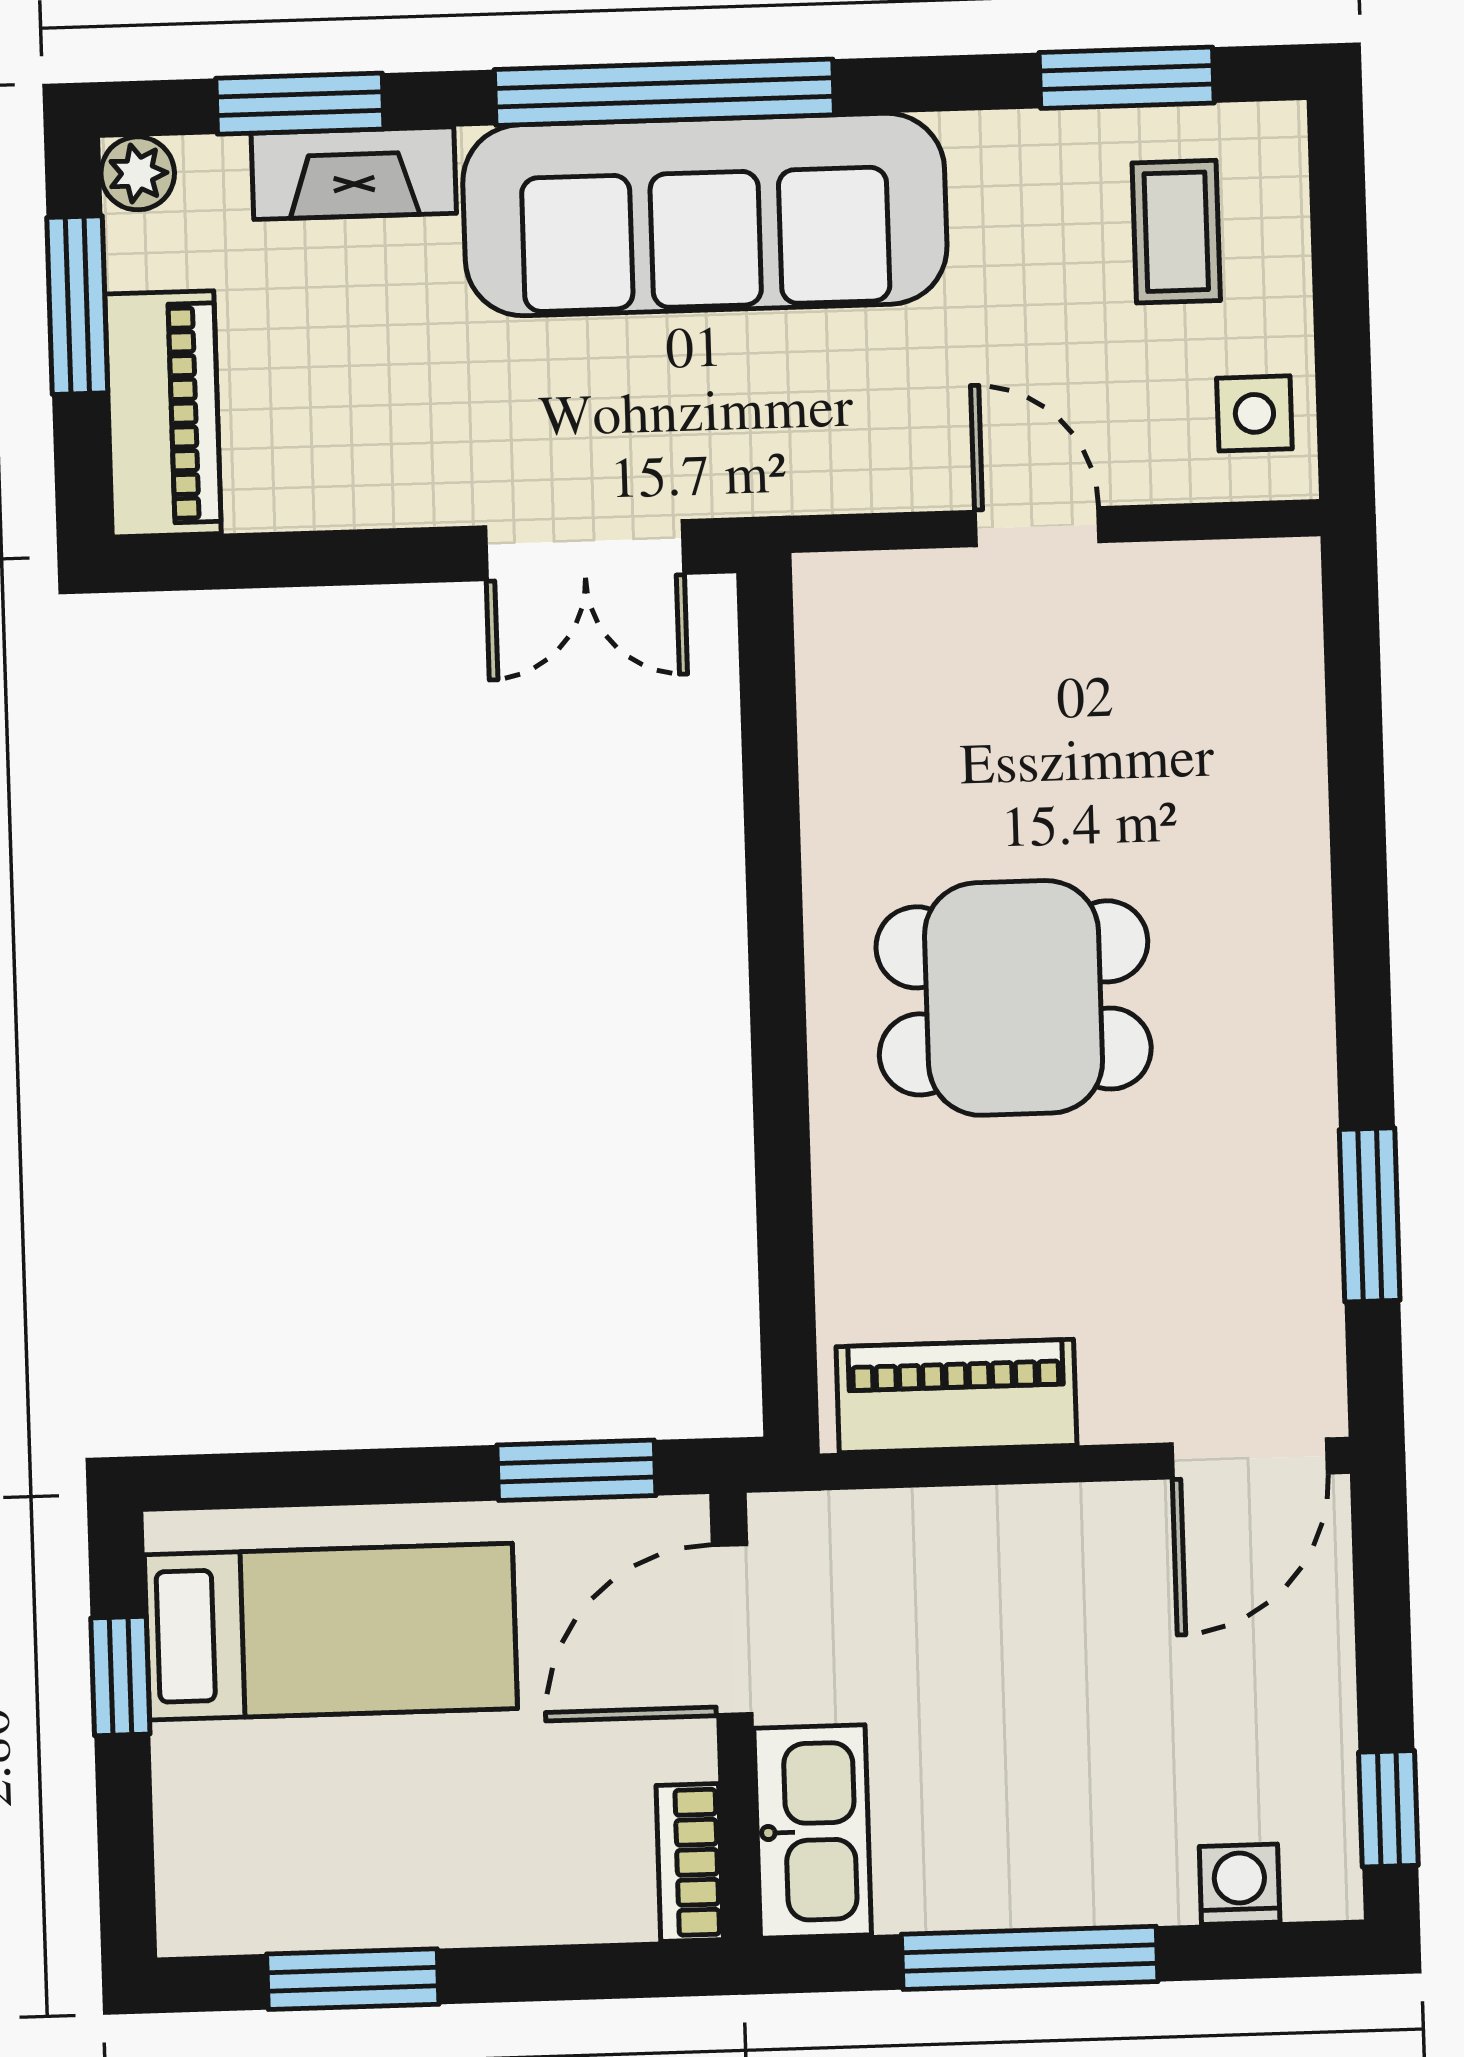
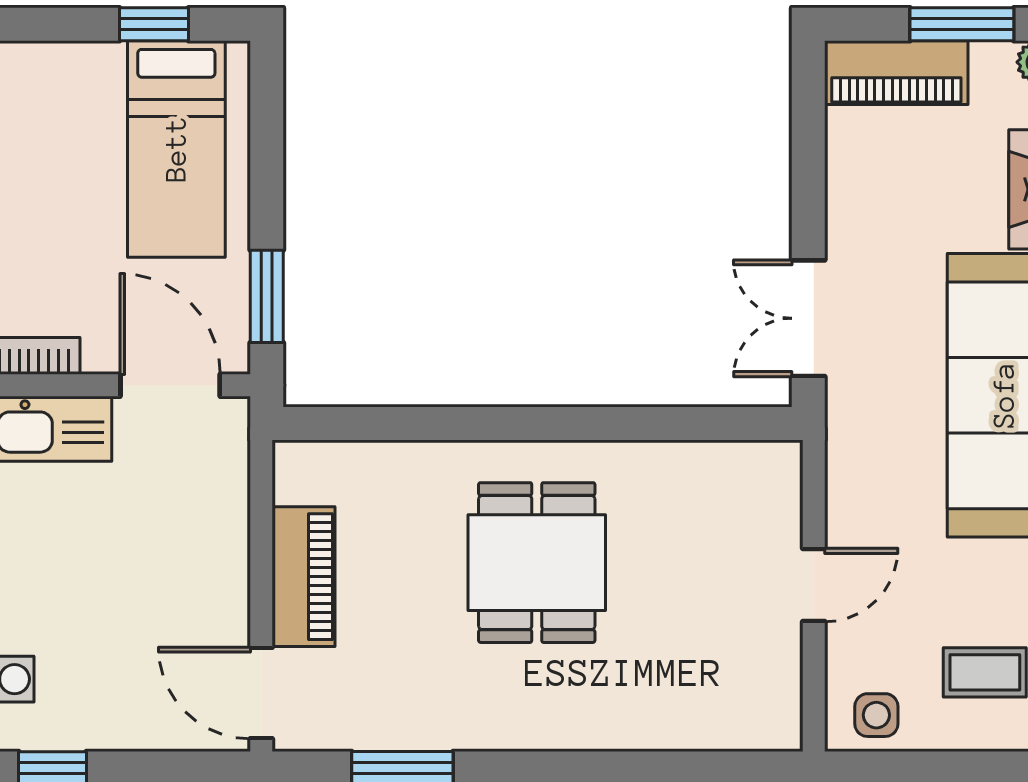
piano: (956, 1396) -> (304, 577), moved

